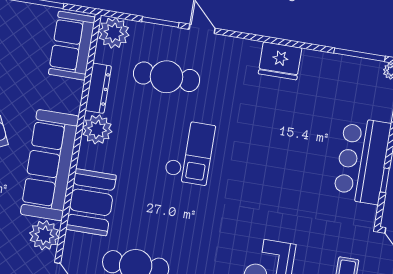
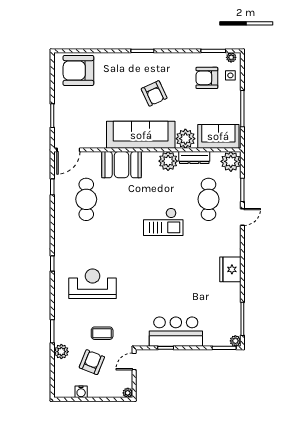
plant: (44, 235) -> (185, 139), moved

